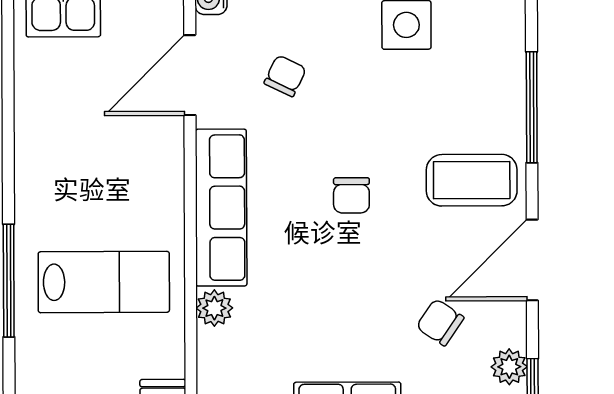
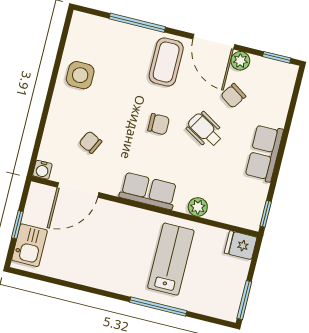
door: (190, 75) -> (78, 190), hinge flipped
row of seats: (221, 208) -> (148, 191), width x0.68
wheelchair: (362, 285) -> (205, 130), added
plant: (509, 367) -> (240, 61), moved

